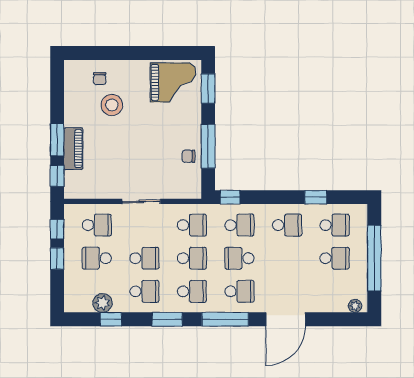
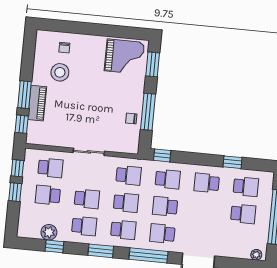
stool: (112, 105) -> (60, 72), moved
school desk: (287, 225) -> (207, 183), turned 180
school desk: (239, 291) -> (162, 234), turned 180

